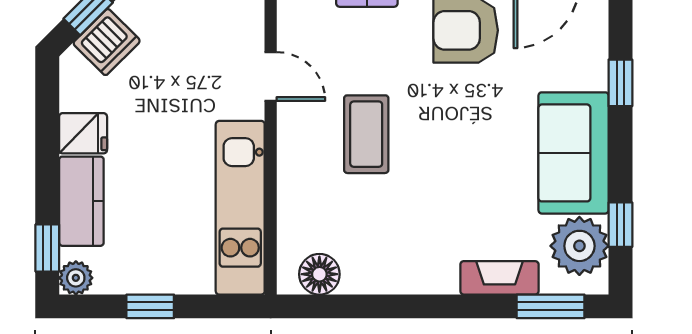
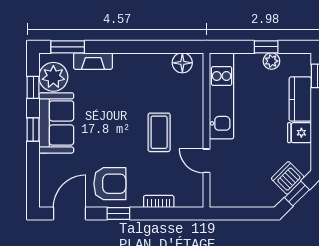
window: (620, 83) -> (33, 129), moved
plant: (76, 278) -> (271, 61), moved

